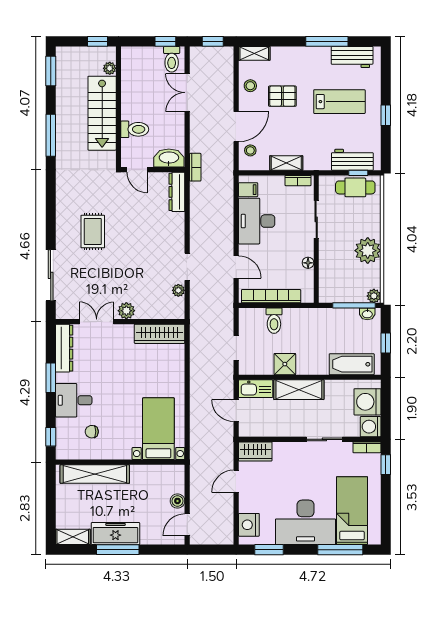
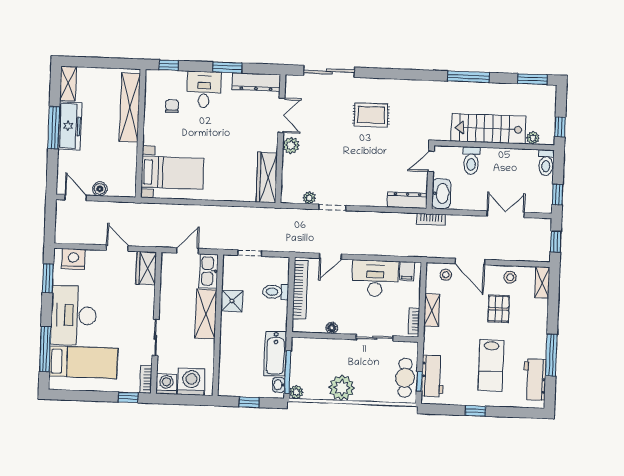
toilet: (172, 59) -> (546, 163), moved, turned -90
bathtub: (352, 364) -> (275, 354), moved, turned 180

